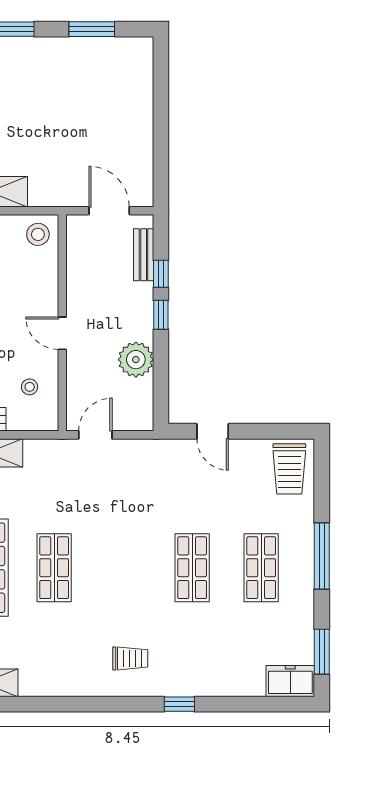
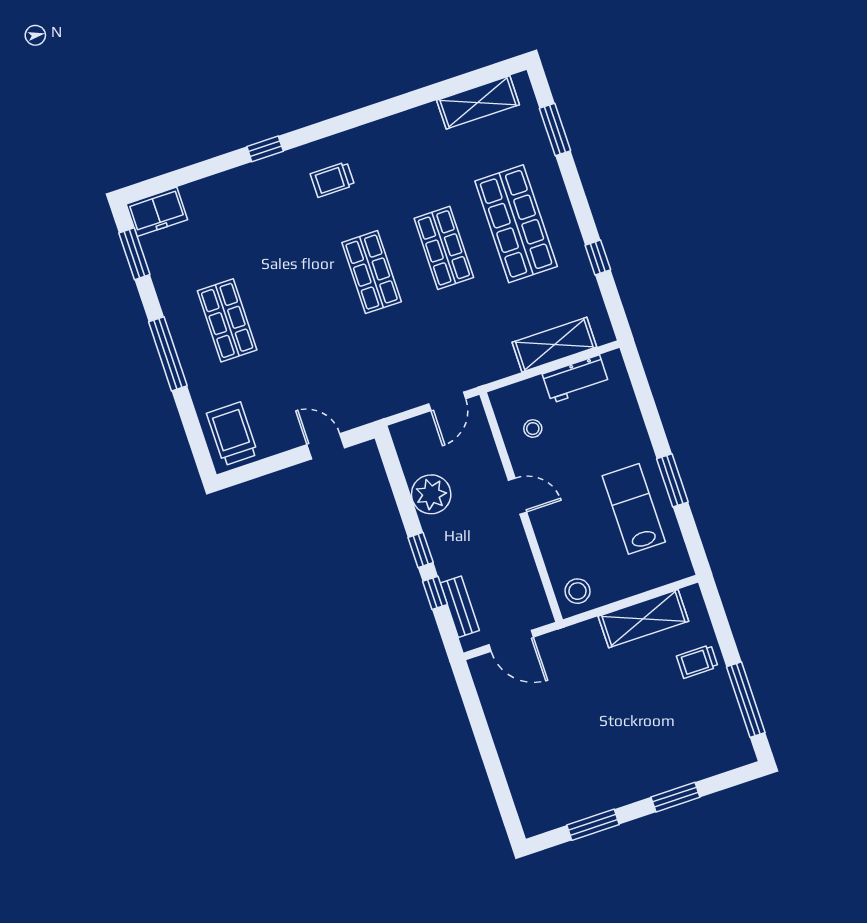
shop shelf: (192, 568) -> (372, 272), moved

